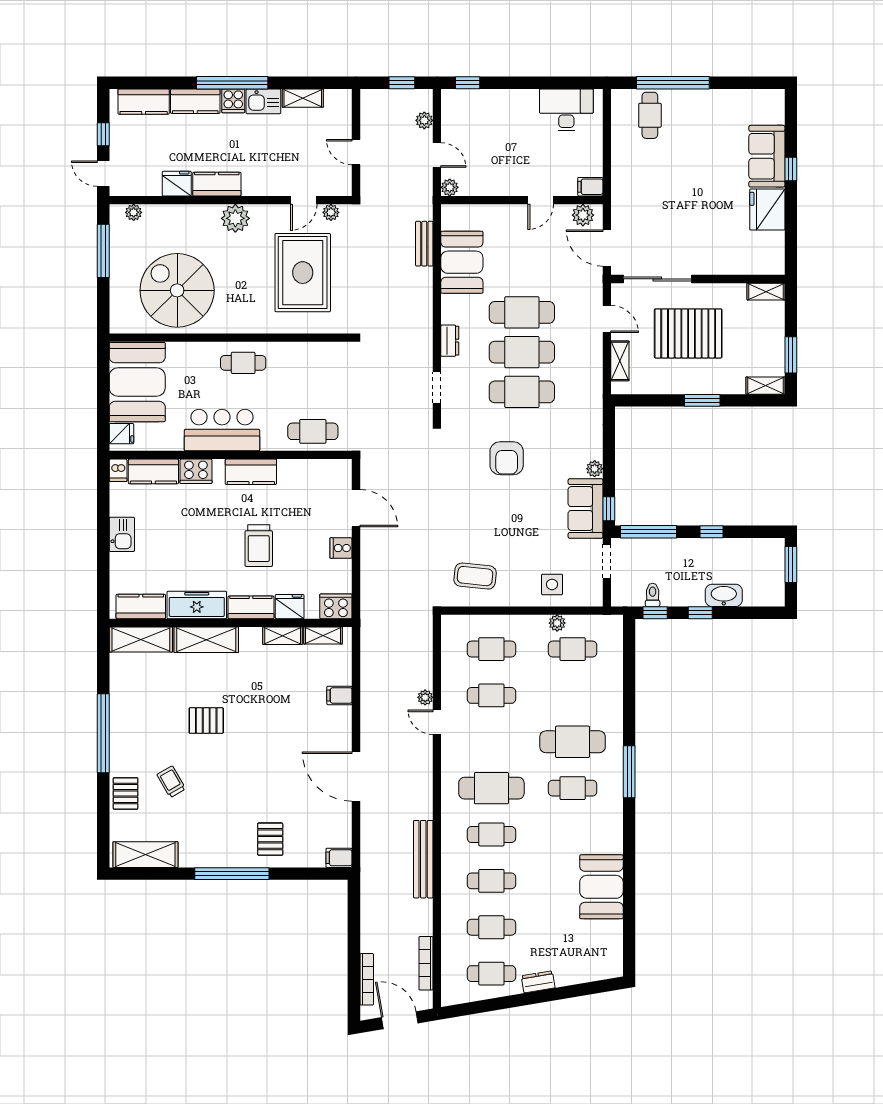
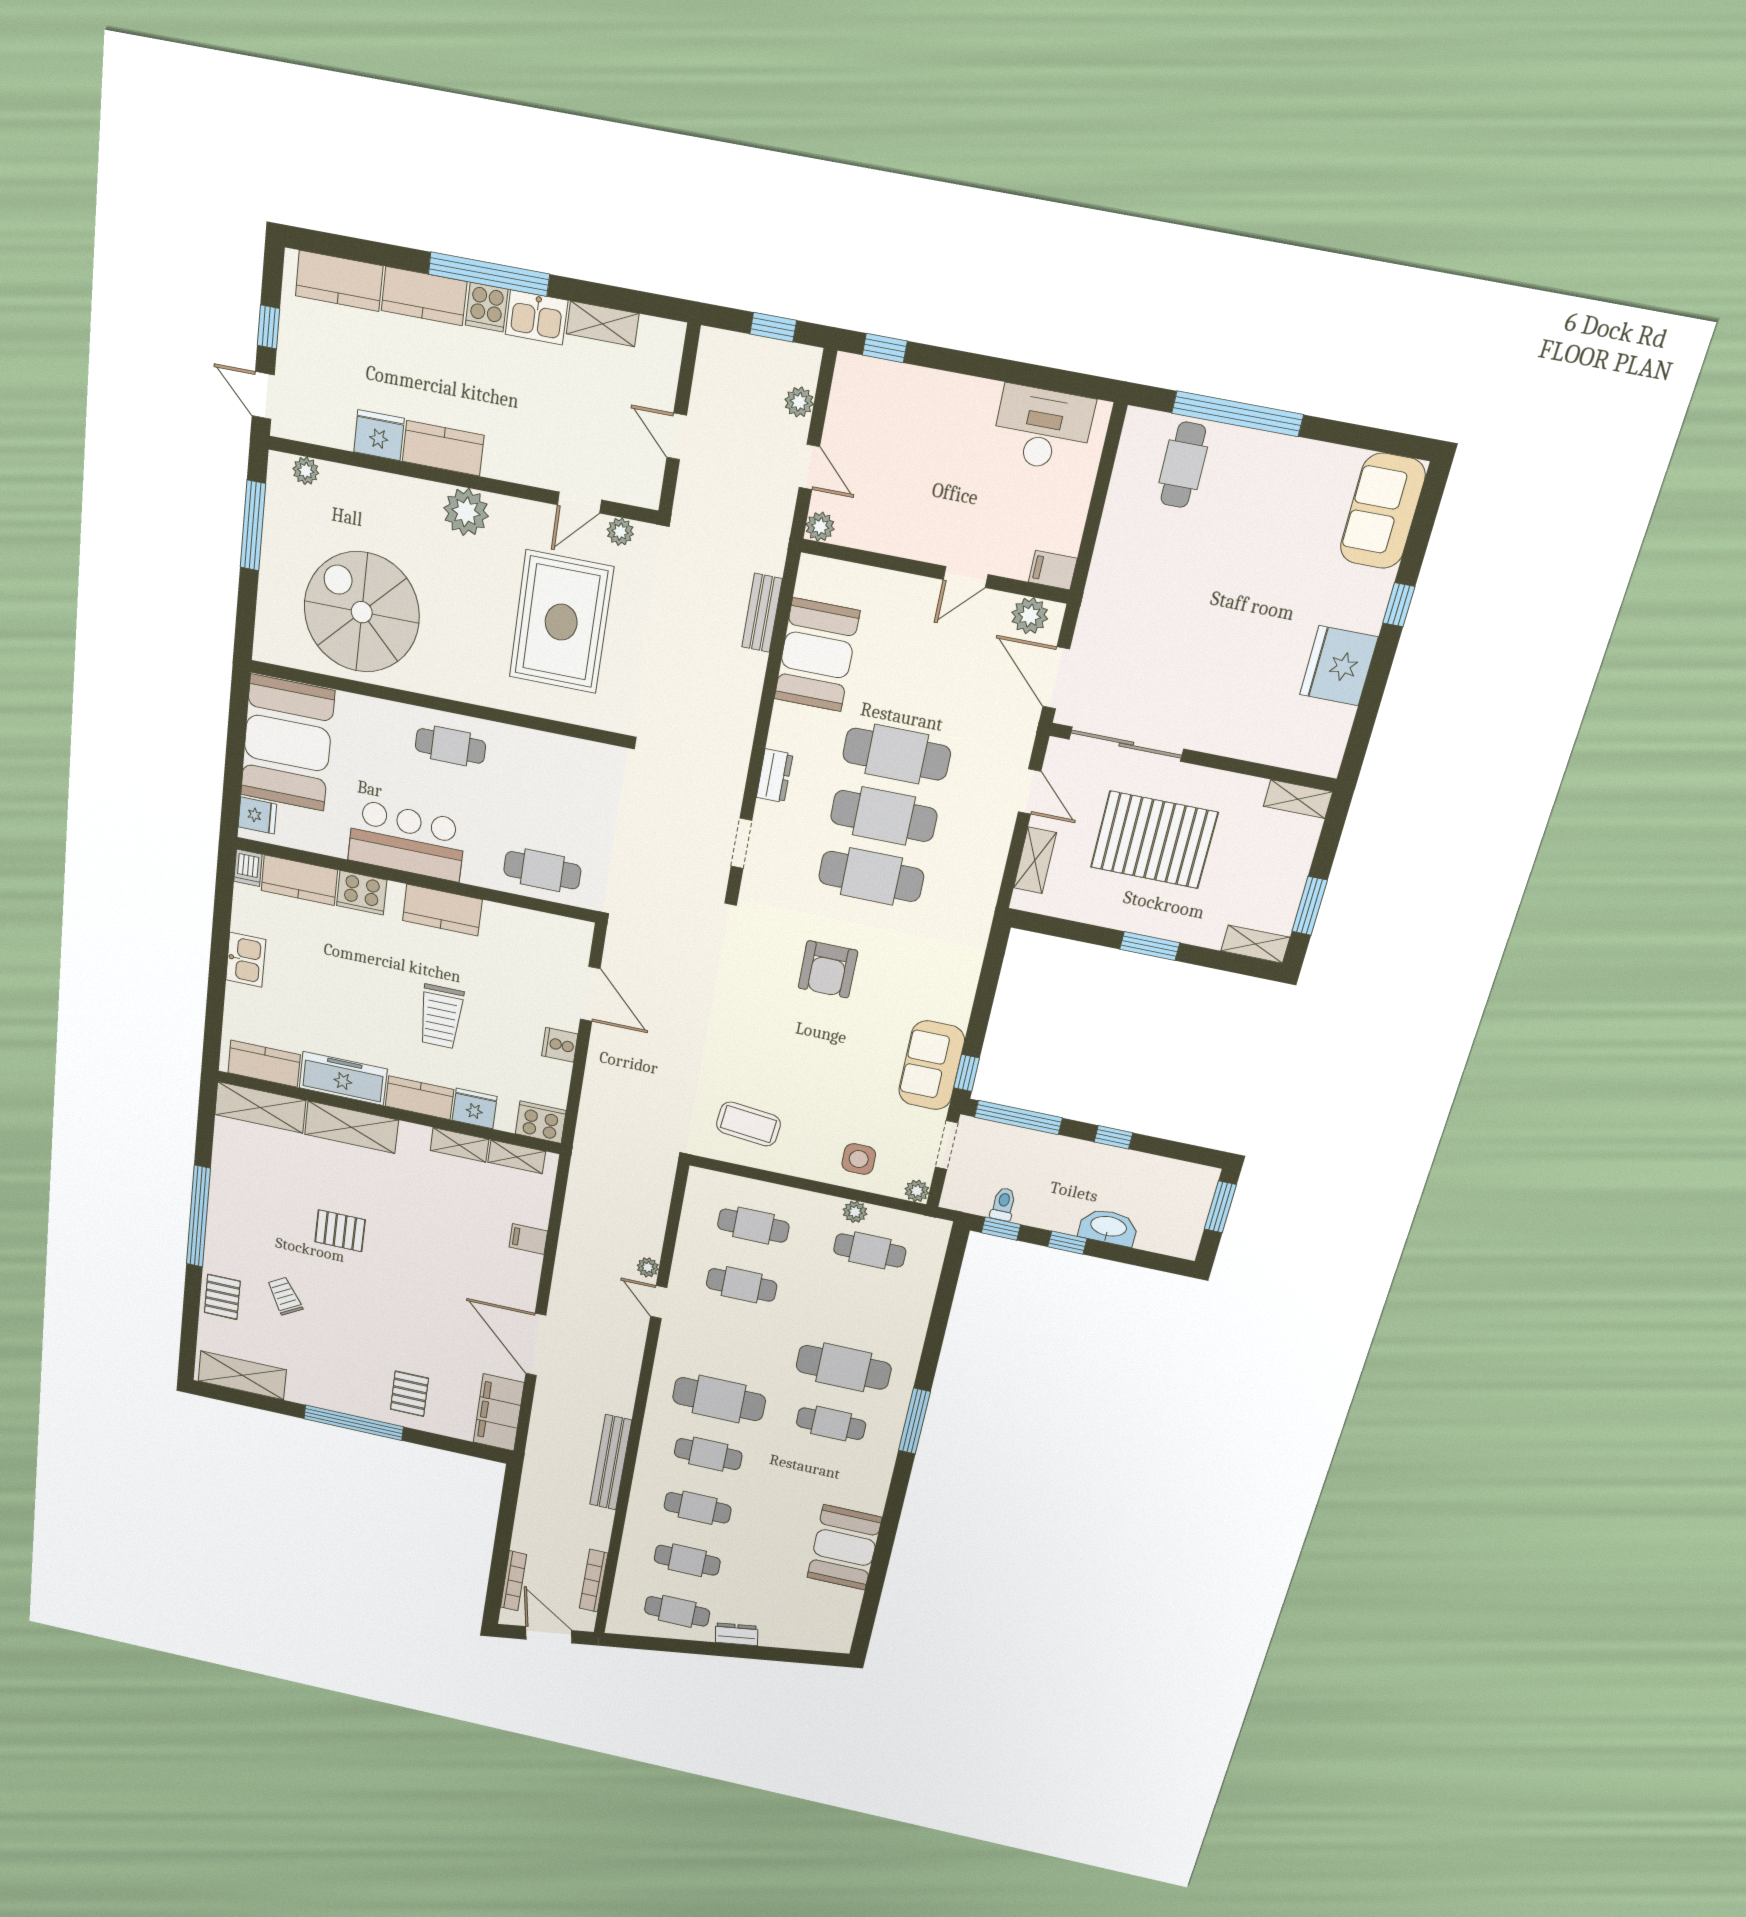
sofa: (767, 156) -> (1383, 511), moved
plant: (595, 469) -> (917, 1191), moved
filing cabinet: (339, 858) -> (499, 1413), width x3.00, depth x1.17

